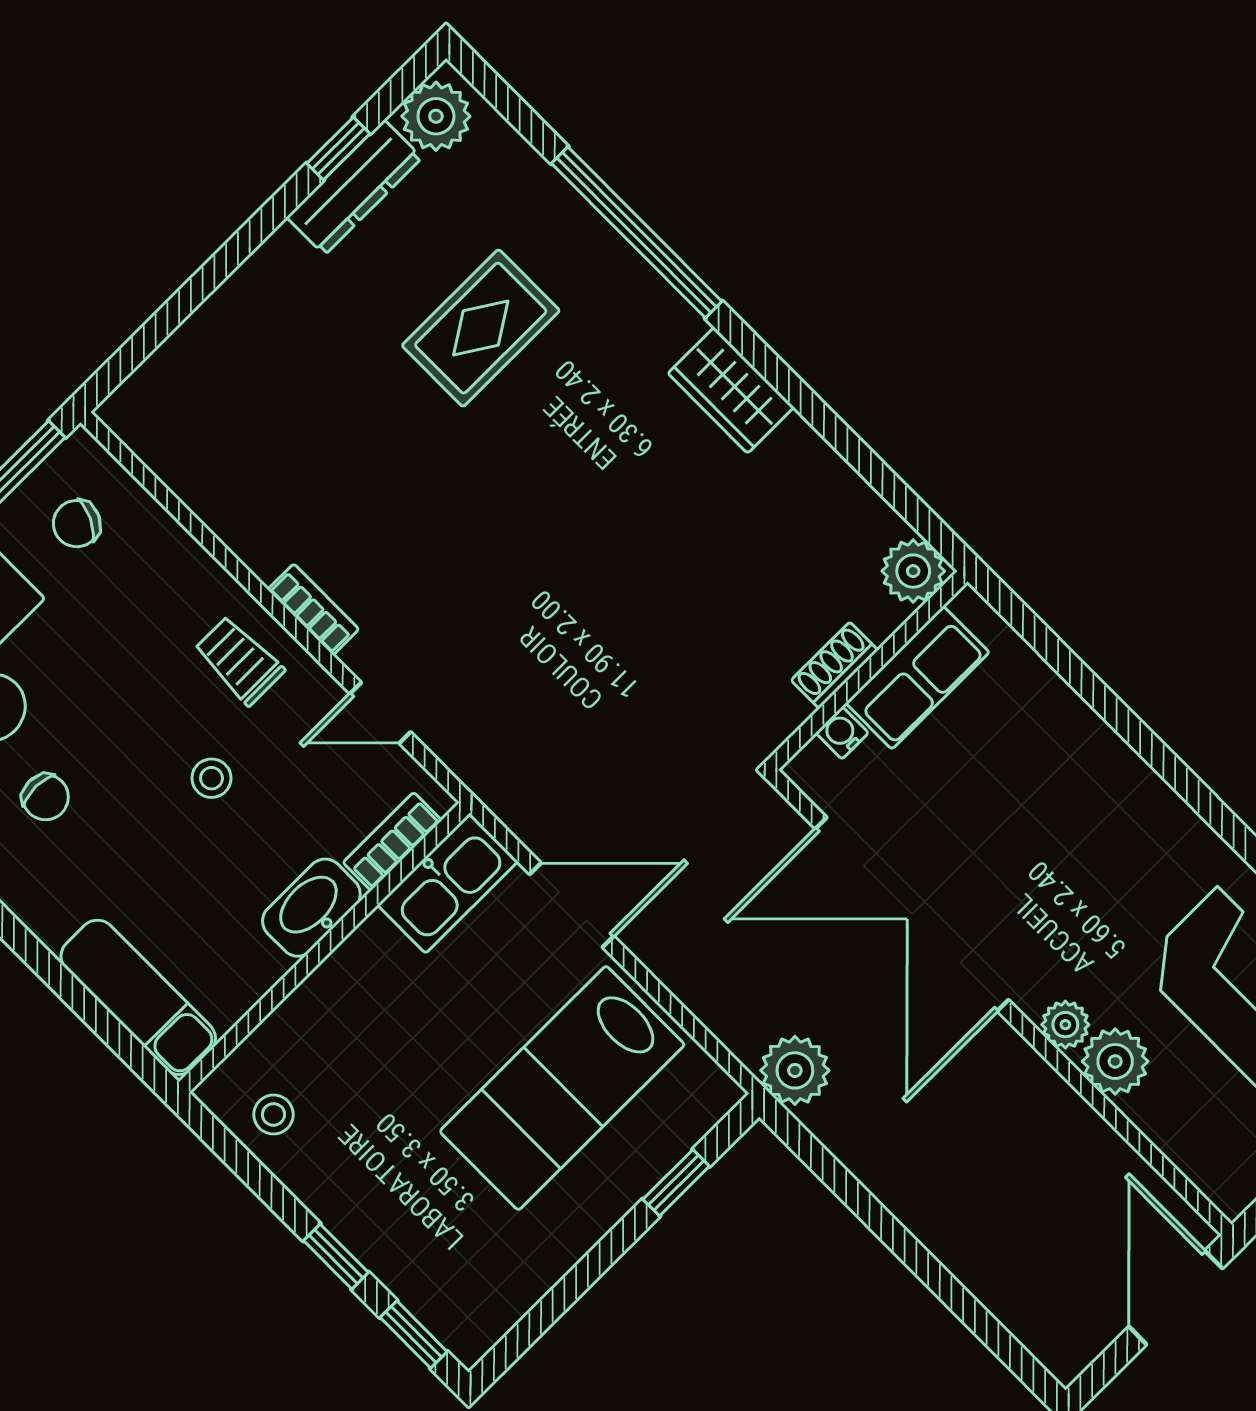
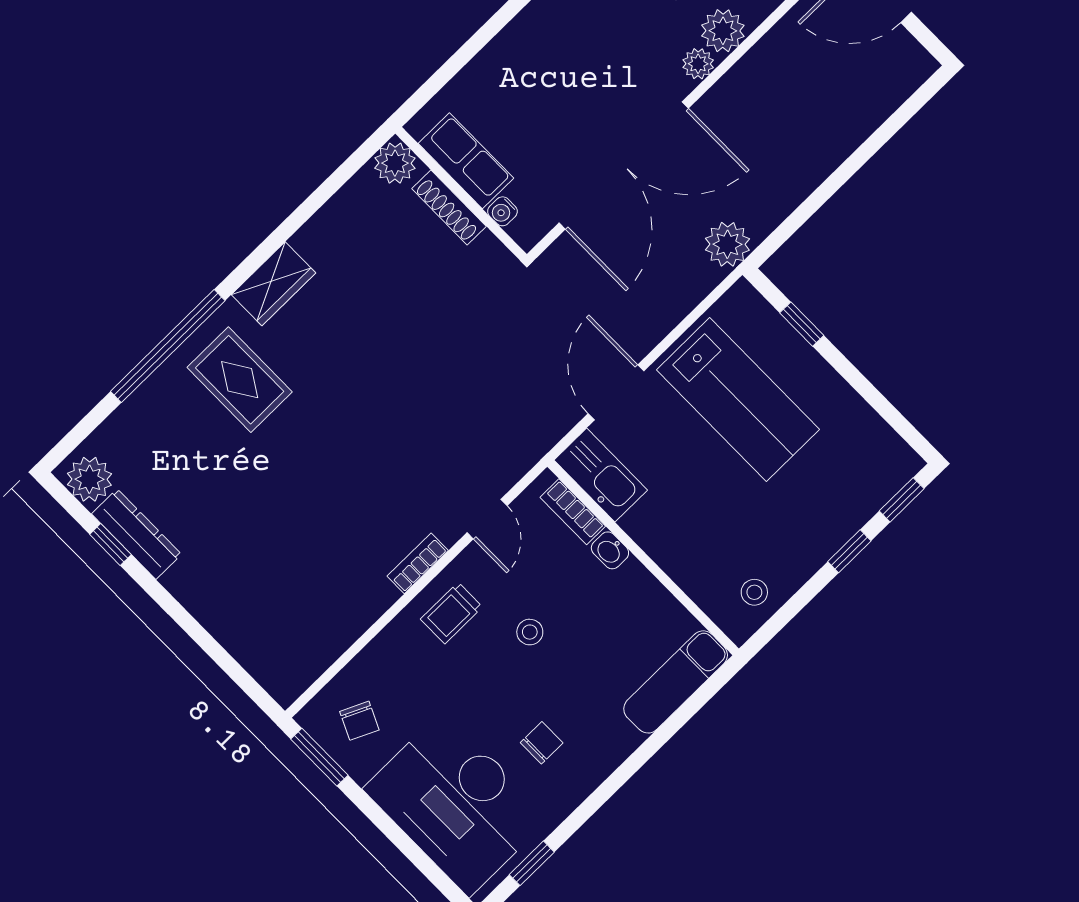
rug: (481, 328) -> (240, 380), moved
shoe rack: (835, 665) -> (449, 208), width x1.43
washbasin: (311, 908) -> (610, 550), width x0.52, depth x0.69

